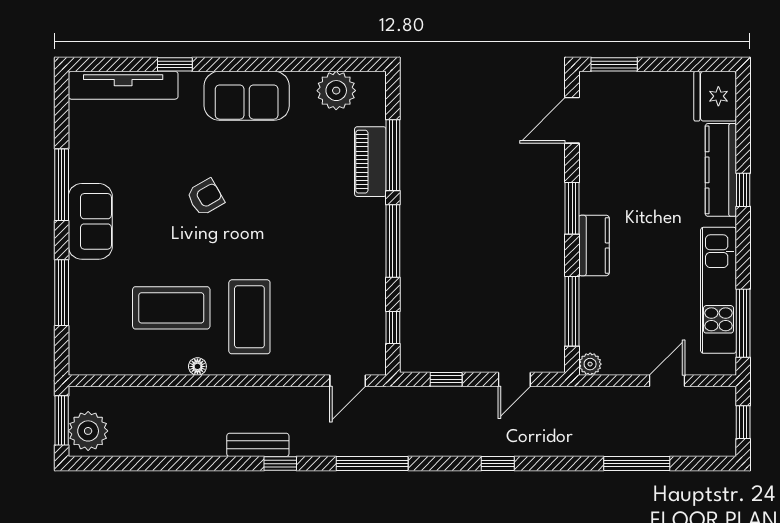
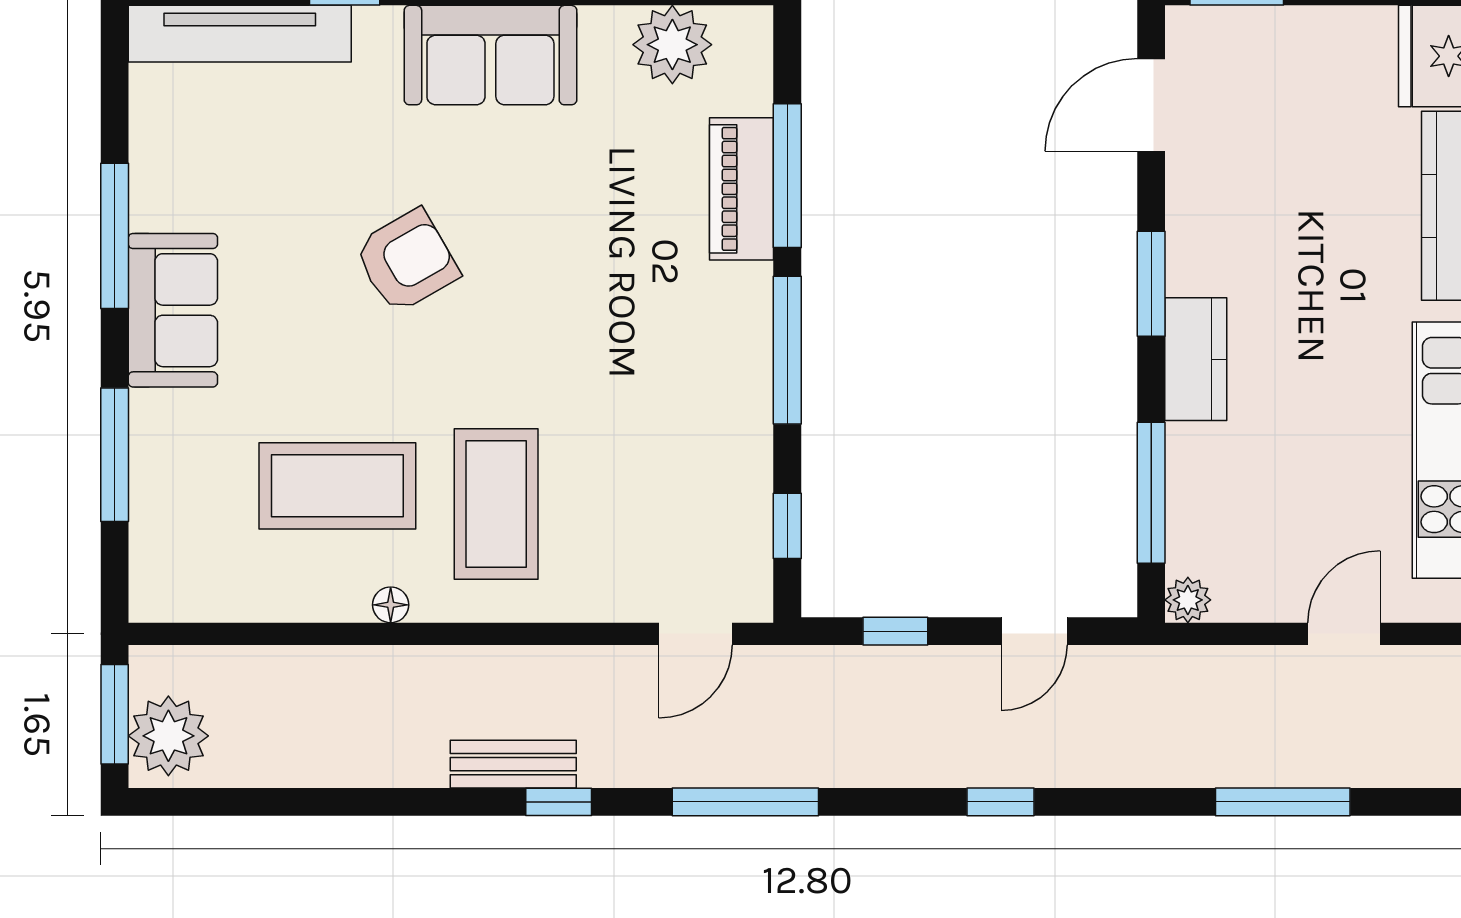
armchair: (205, 197) -> (407, 261), width x1.38, depth x1.38

